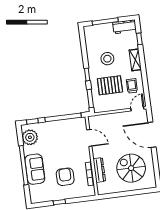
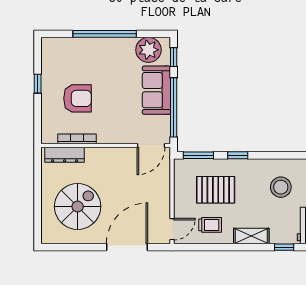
stool: (107, 59) -> (281, 187), moved
pallet: (110, 85) -> (216, 190), turned 90
door: (137, 109) -> (172, 229), hinge flipped
door: (89, 138) -> (151, 145), moved
sofa: (35, 169) -> (156, 90), moved, turned 90
dresser: (99, 170) -> (65, 155), moved

